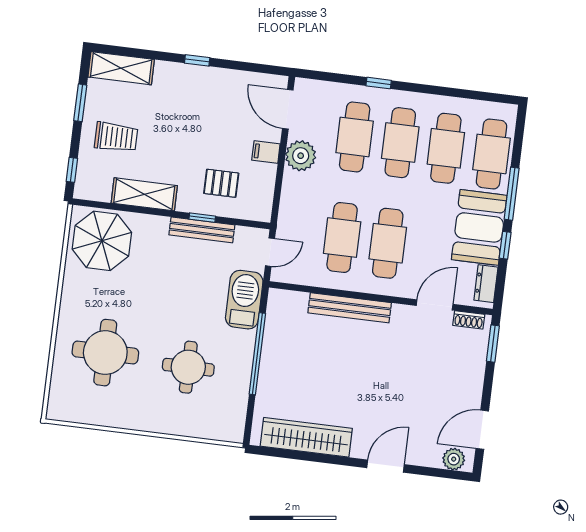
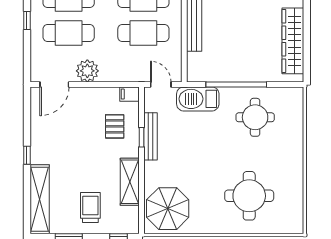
shelving: (121, 68) -> (40, 199), width x1.47
filing cabinet: (266, 152) -> (129, 94), moved, turned 90
round table: (188, 367) -> (255, 117), moved

